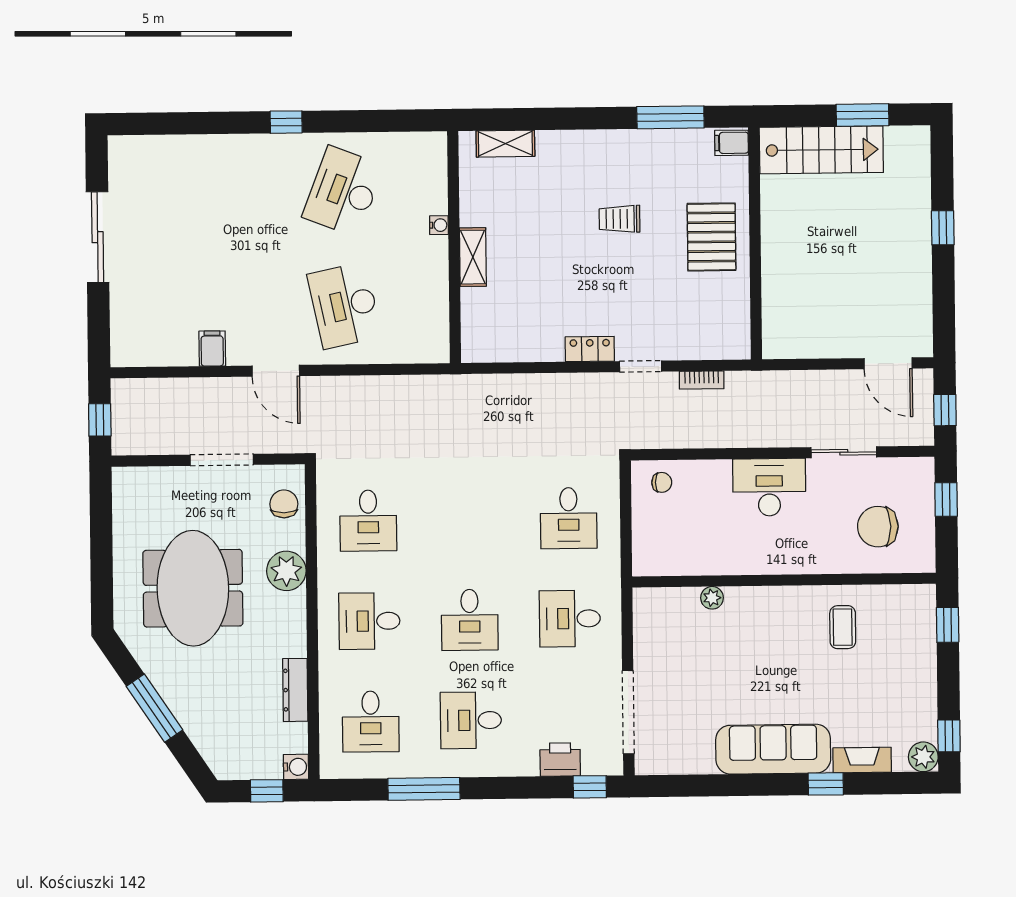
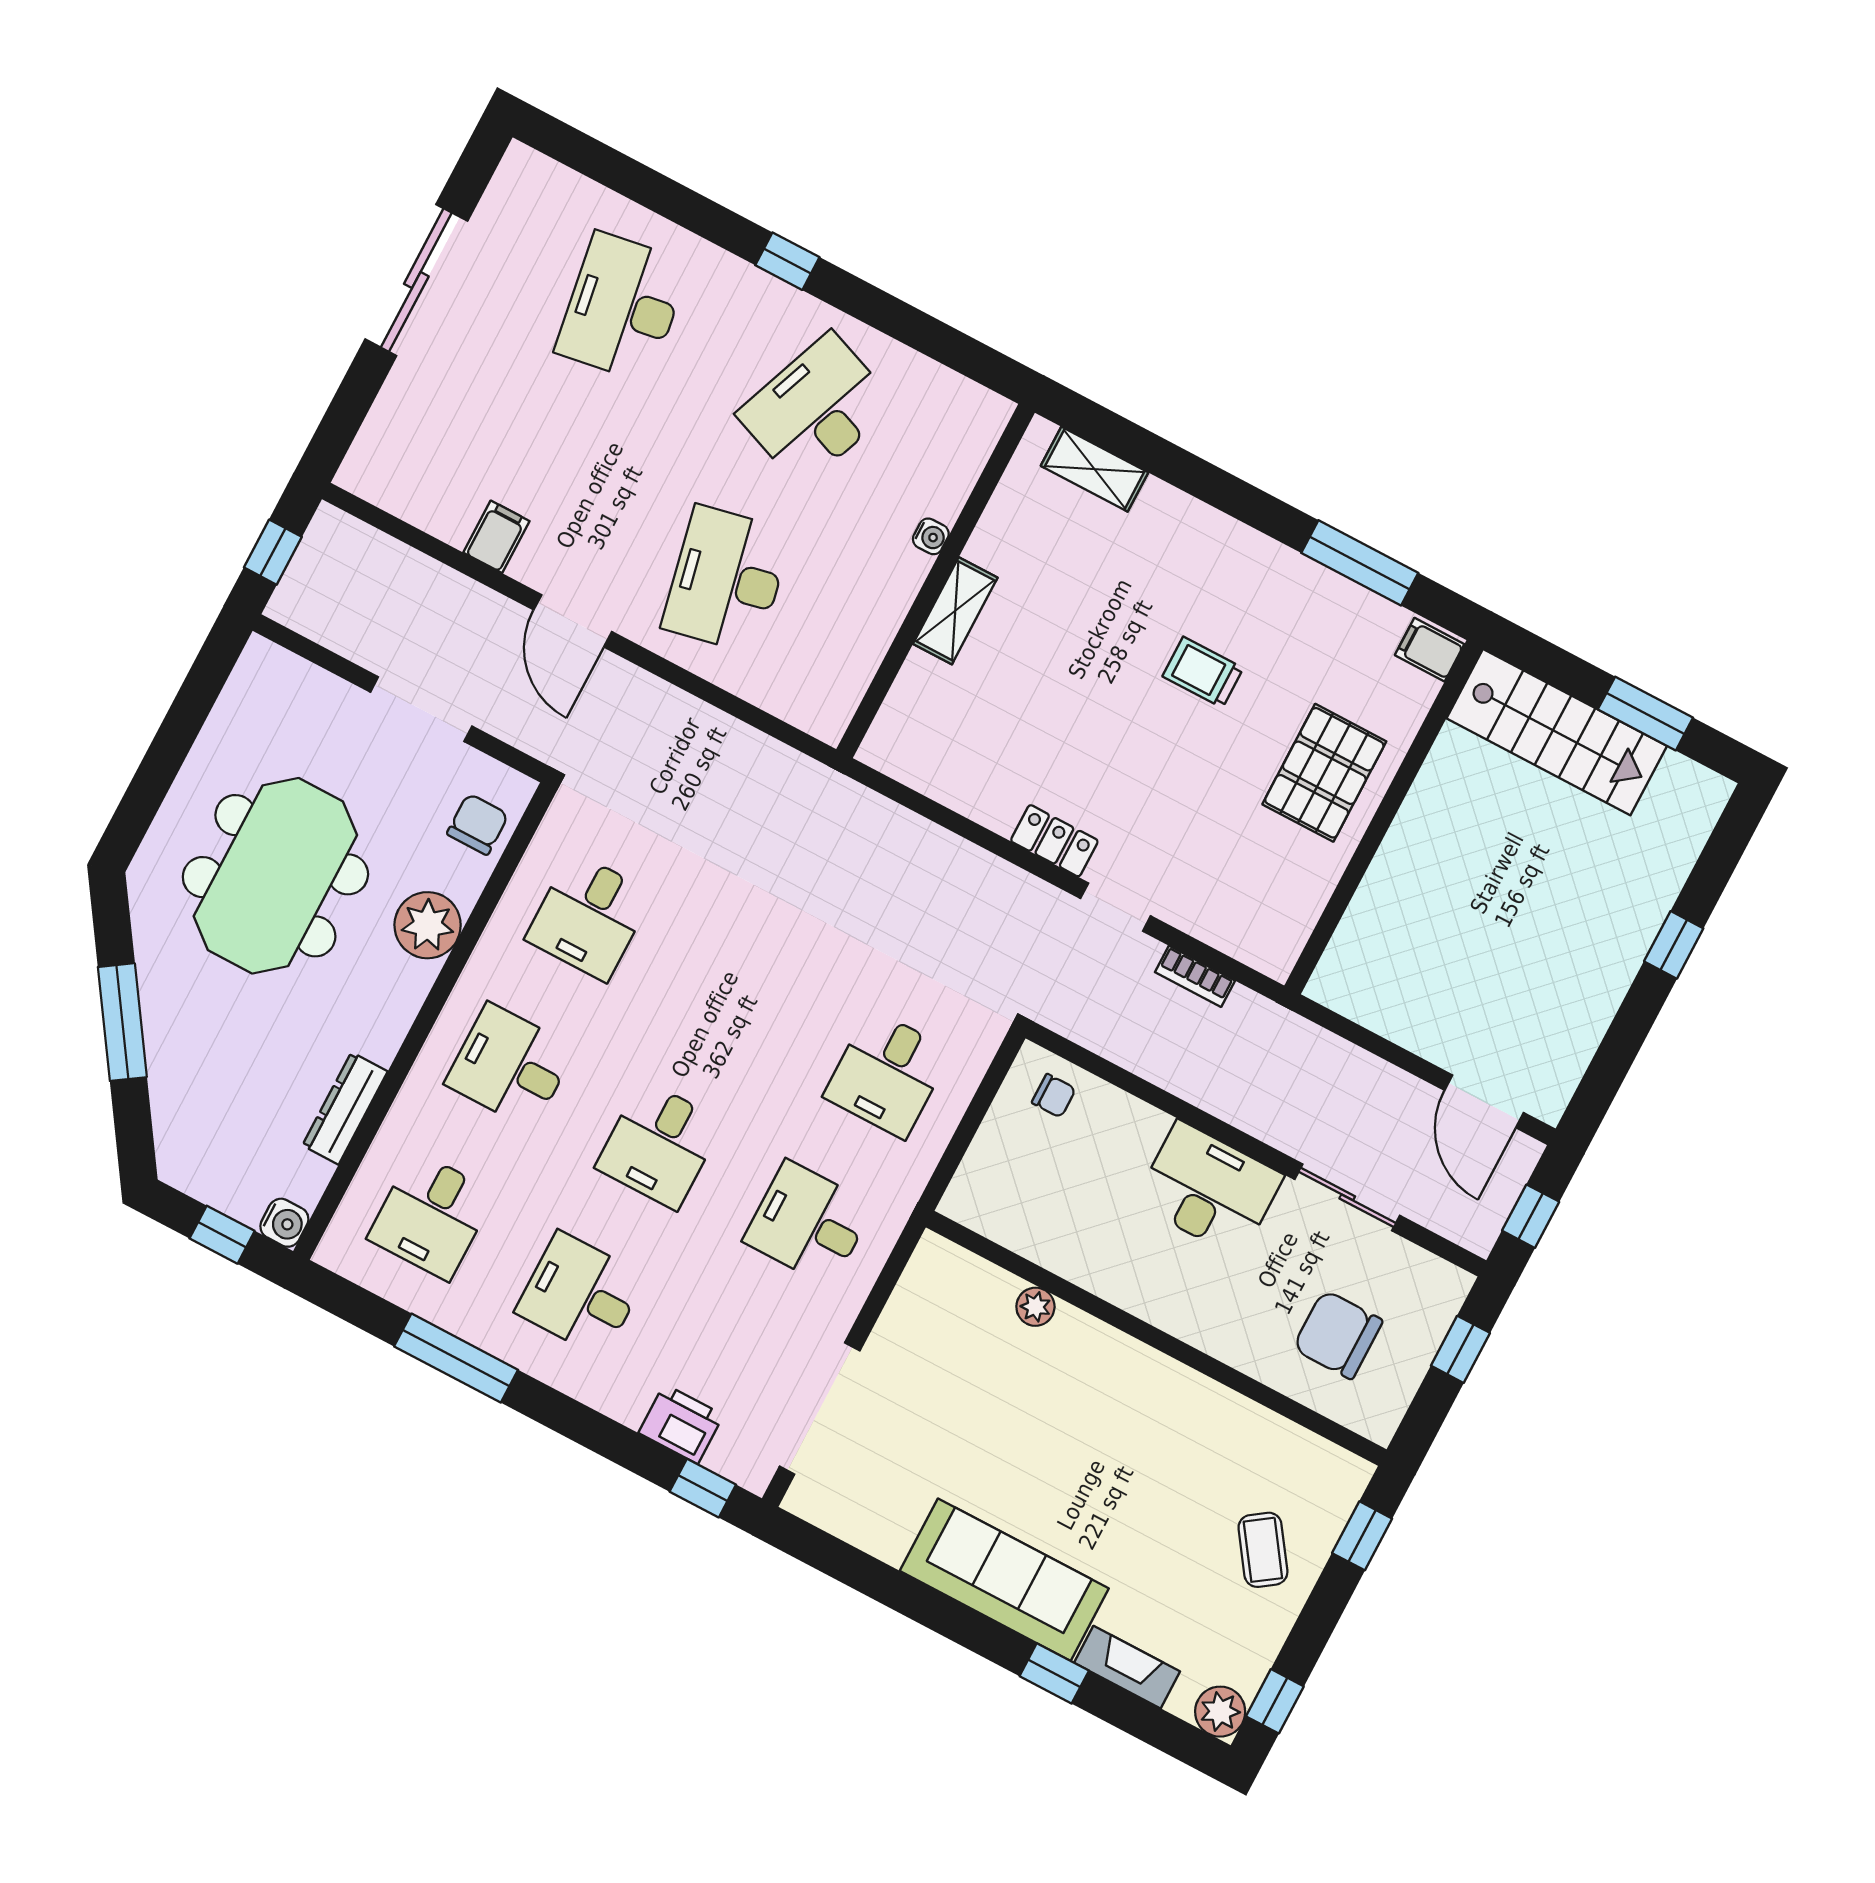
desk: (213, 193) -> (622, 307), added
coffee table: (843, 627) -> (1263, 1550), moved, turned -35

